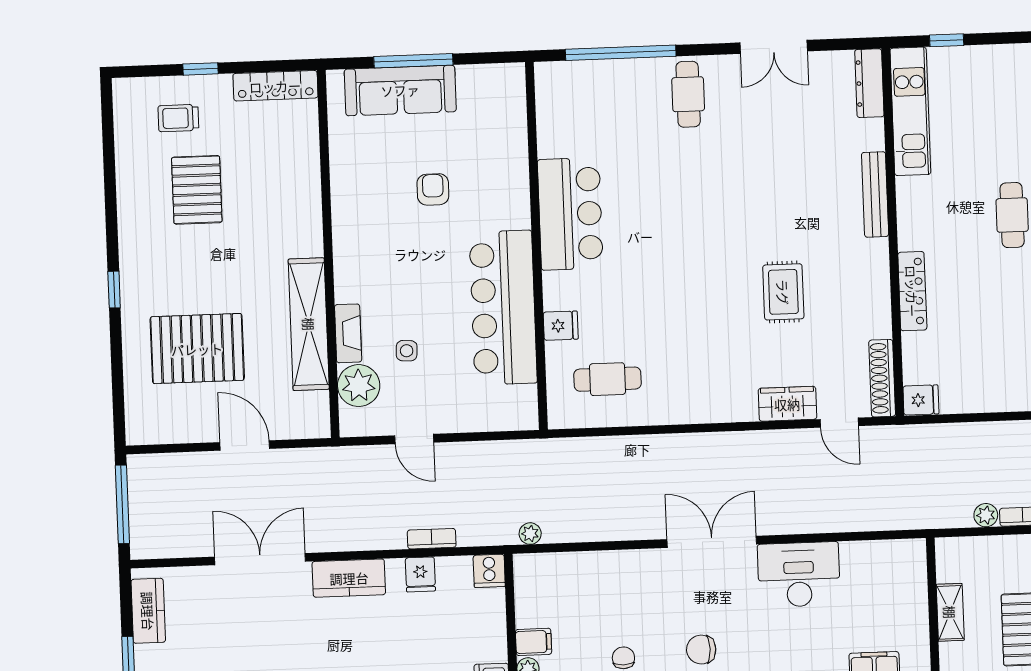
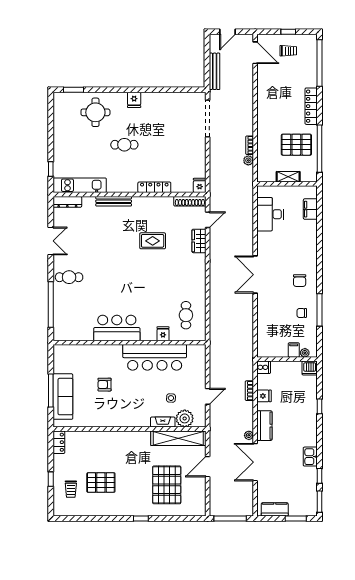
locker: (275, 86) -> (59, 442), width x0.66
shelving: (309, 324) -> (178, 438), moved
plant: (530, 534) -> (249, 435), moved
desk: (799, 575) -> (270, 214), moved

